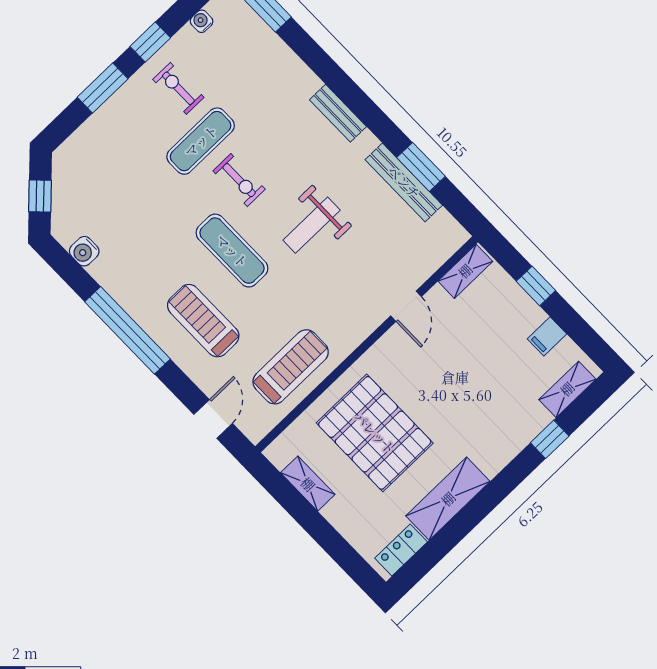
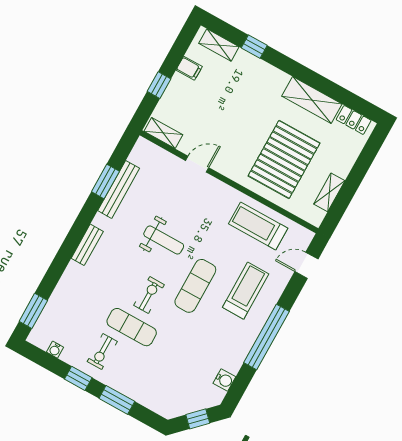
treadmill: (203, 321) -> (246, 291), turned 180

